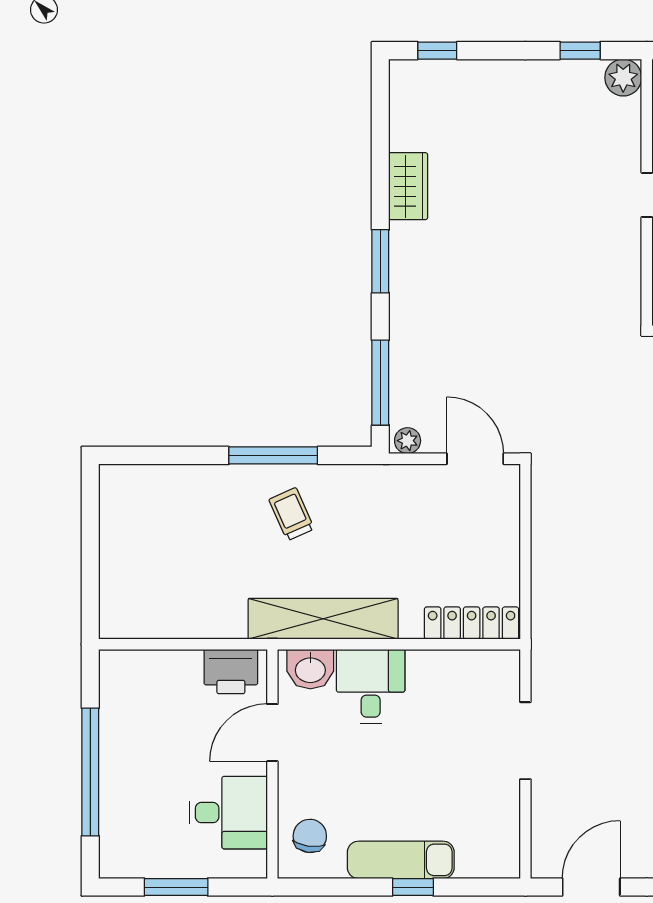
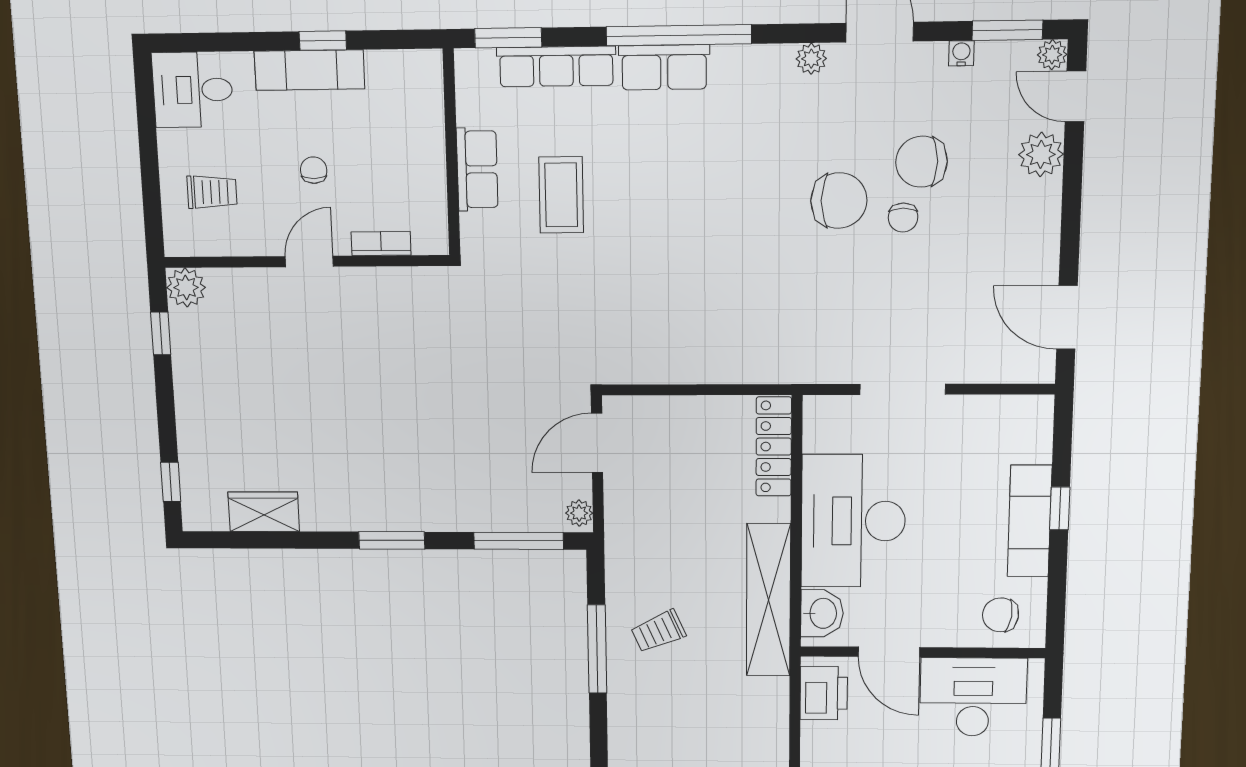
wardrobe: (408, 186) -> (264, 512), moved
desk: (371, 686) -> (853, 521), width x1.87, depth x1.30
desk: (228, 813) -> (973, 697), width x1.37

